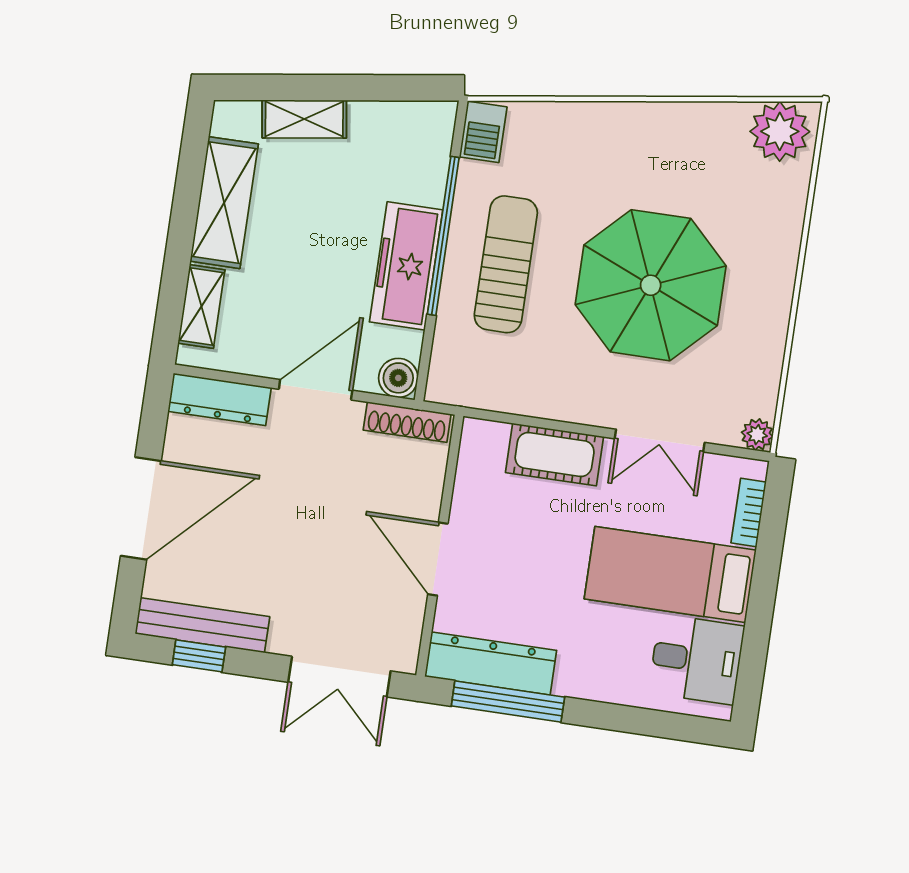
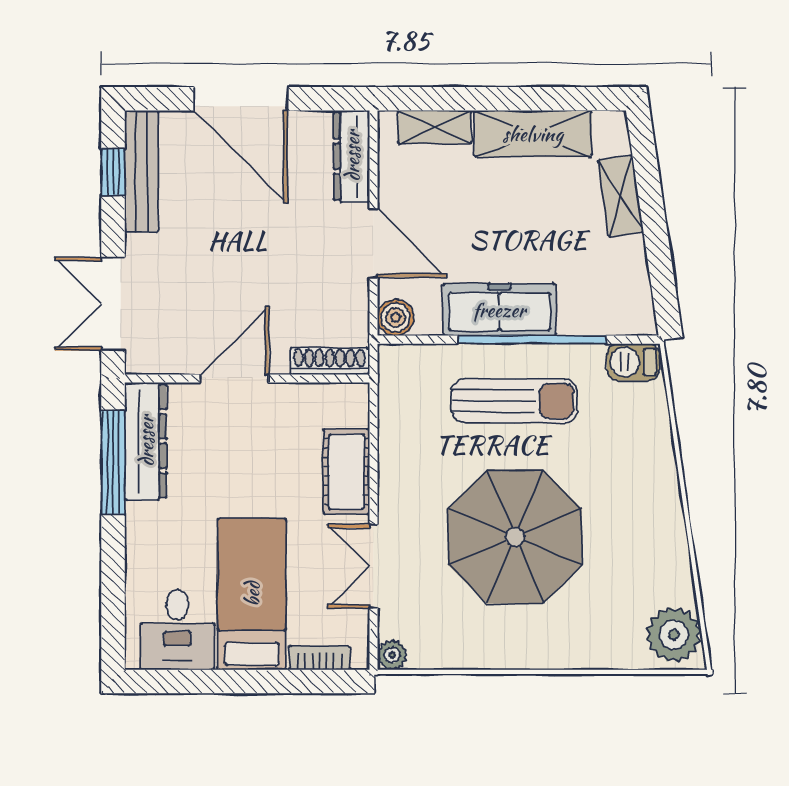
shoe rack: (407, 422) -> (330, 361), moved, turned 90

